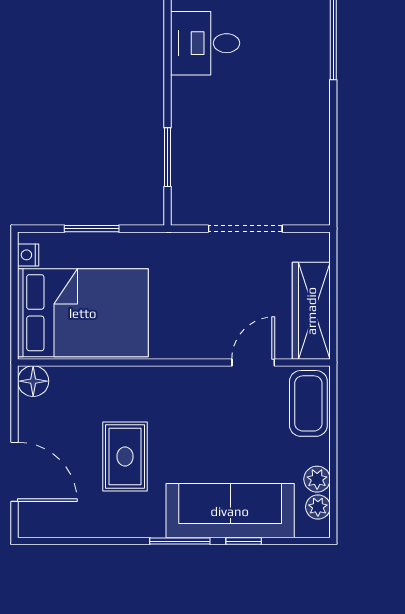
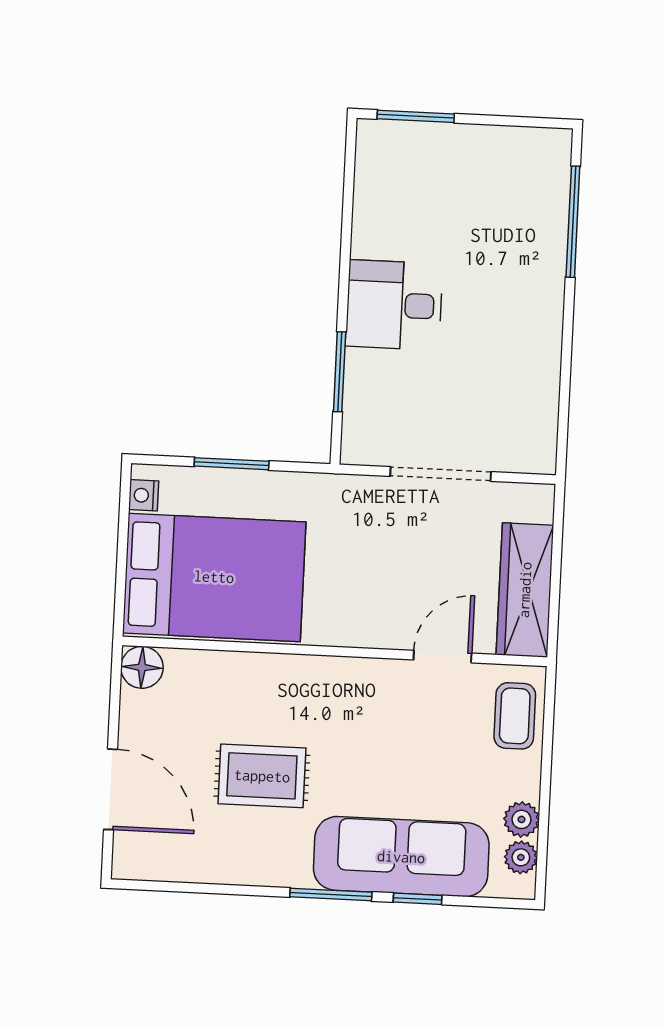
desk: (205, 43) -> (394, 305), moved
coffee table: (308, 403) -> (515, 716), width x0.73, depth x0.77
rug: (125, 456) -> (262, 776), turned 90

